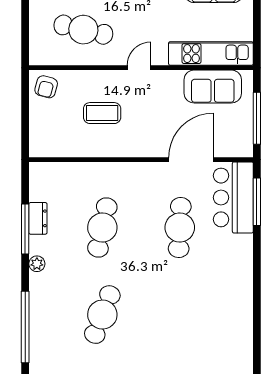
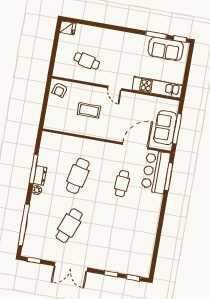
cafe table: (83, 30) -> (87, 61), width x0.73, depth x0.74
door: (139, 68) -> (115, 88), swing flipped
sofa: (213, 86) -> (165, 128), moved, turned 90
dresser: (38, 218) -> (40, 176), moved
cafe table: (180, 228) -> (122, 184), width x0.73, depth x0.74

